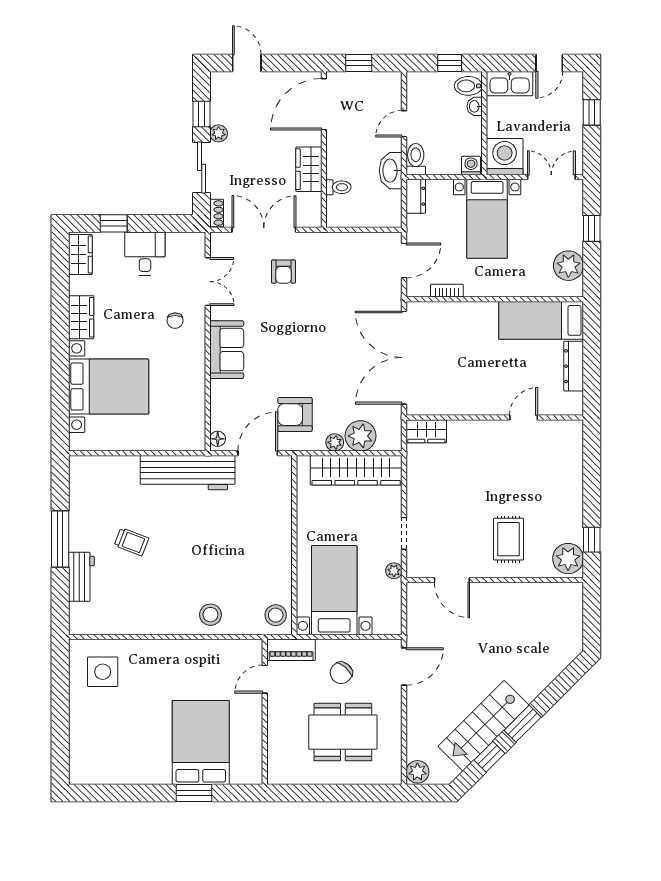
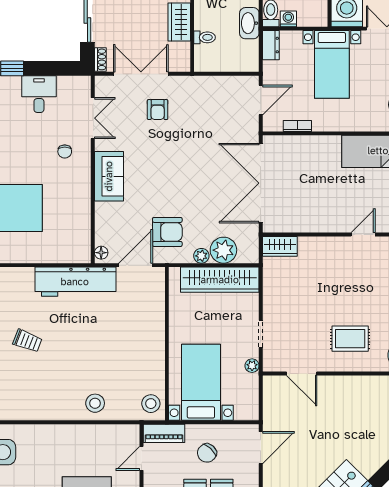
washing machine: (471, 166) -> (288, 19), moved
armchair: (295, 415) -> (167, 232), turned 180
rug: (509, 539) -> (350, 339), turned 90

